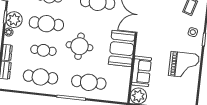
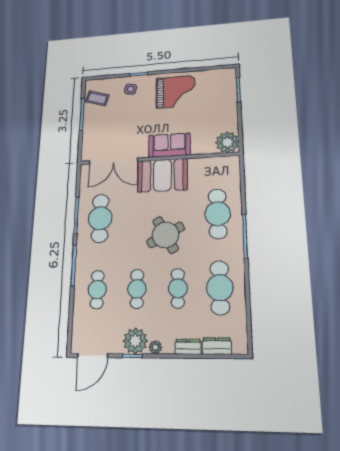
cafe table: (46, 24) -> (137, 289), width x0.73, depth x0.74
round table: (79, 46) -> (166, 235), turned -30
grand piano: (184, 65) -> (176, 92), turned 90
sofa: (141, 71) -> (169, 145), moved

